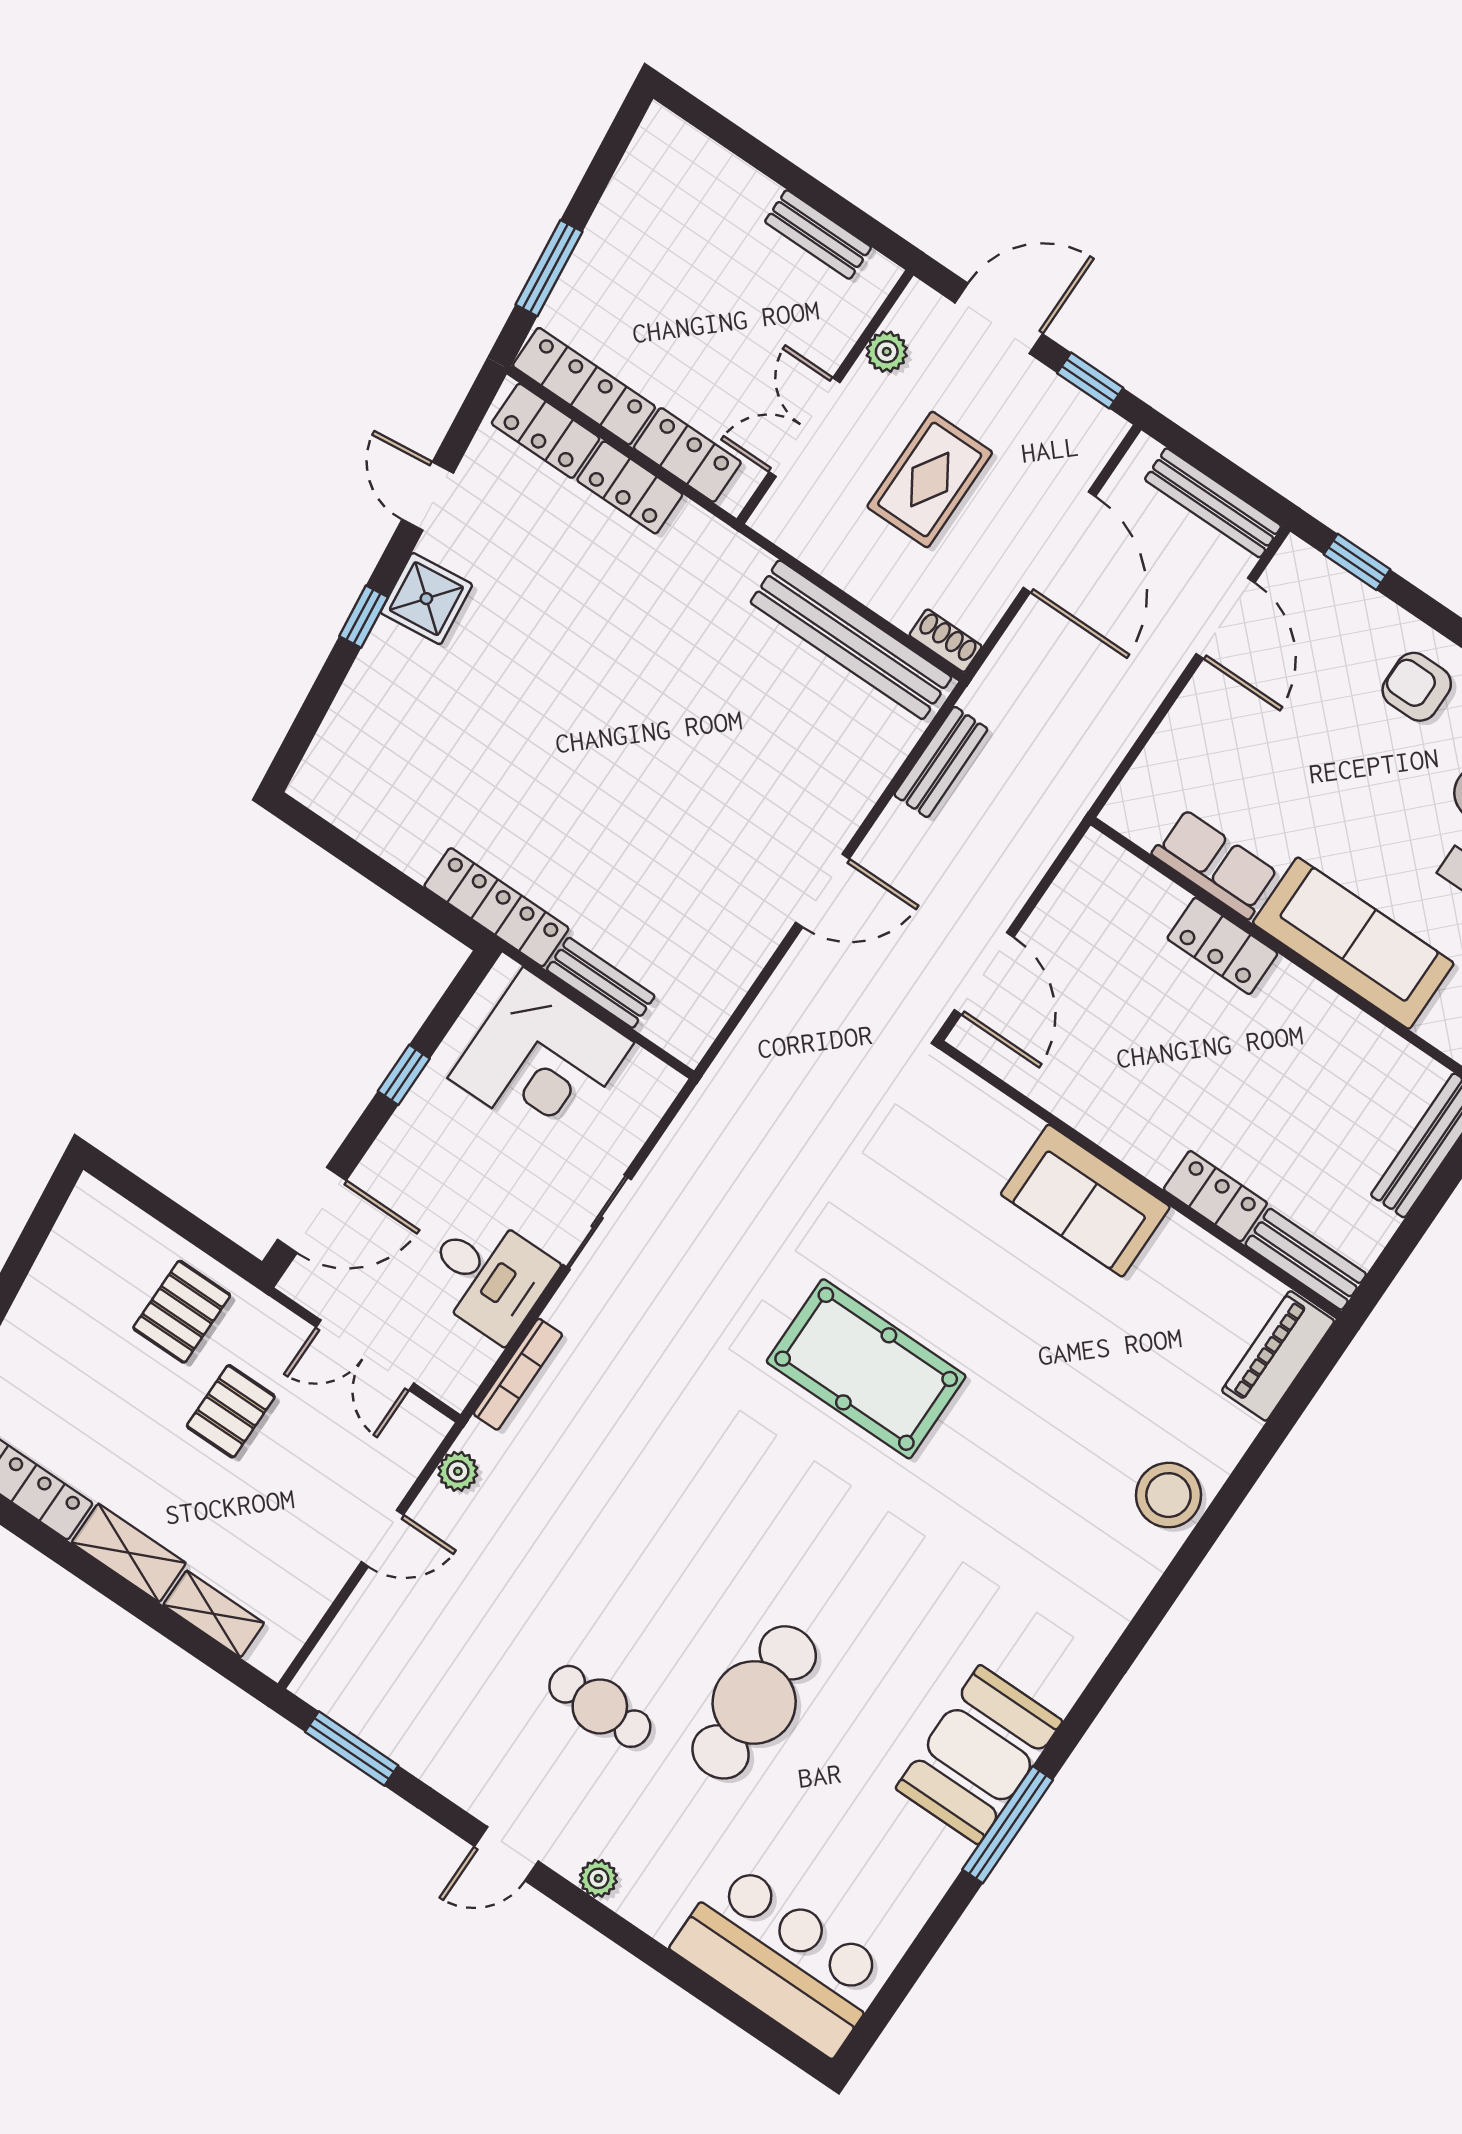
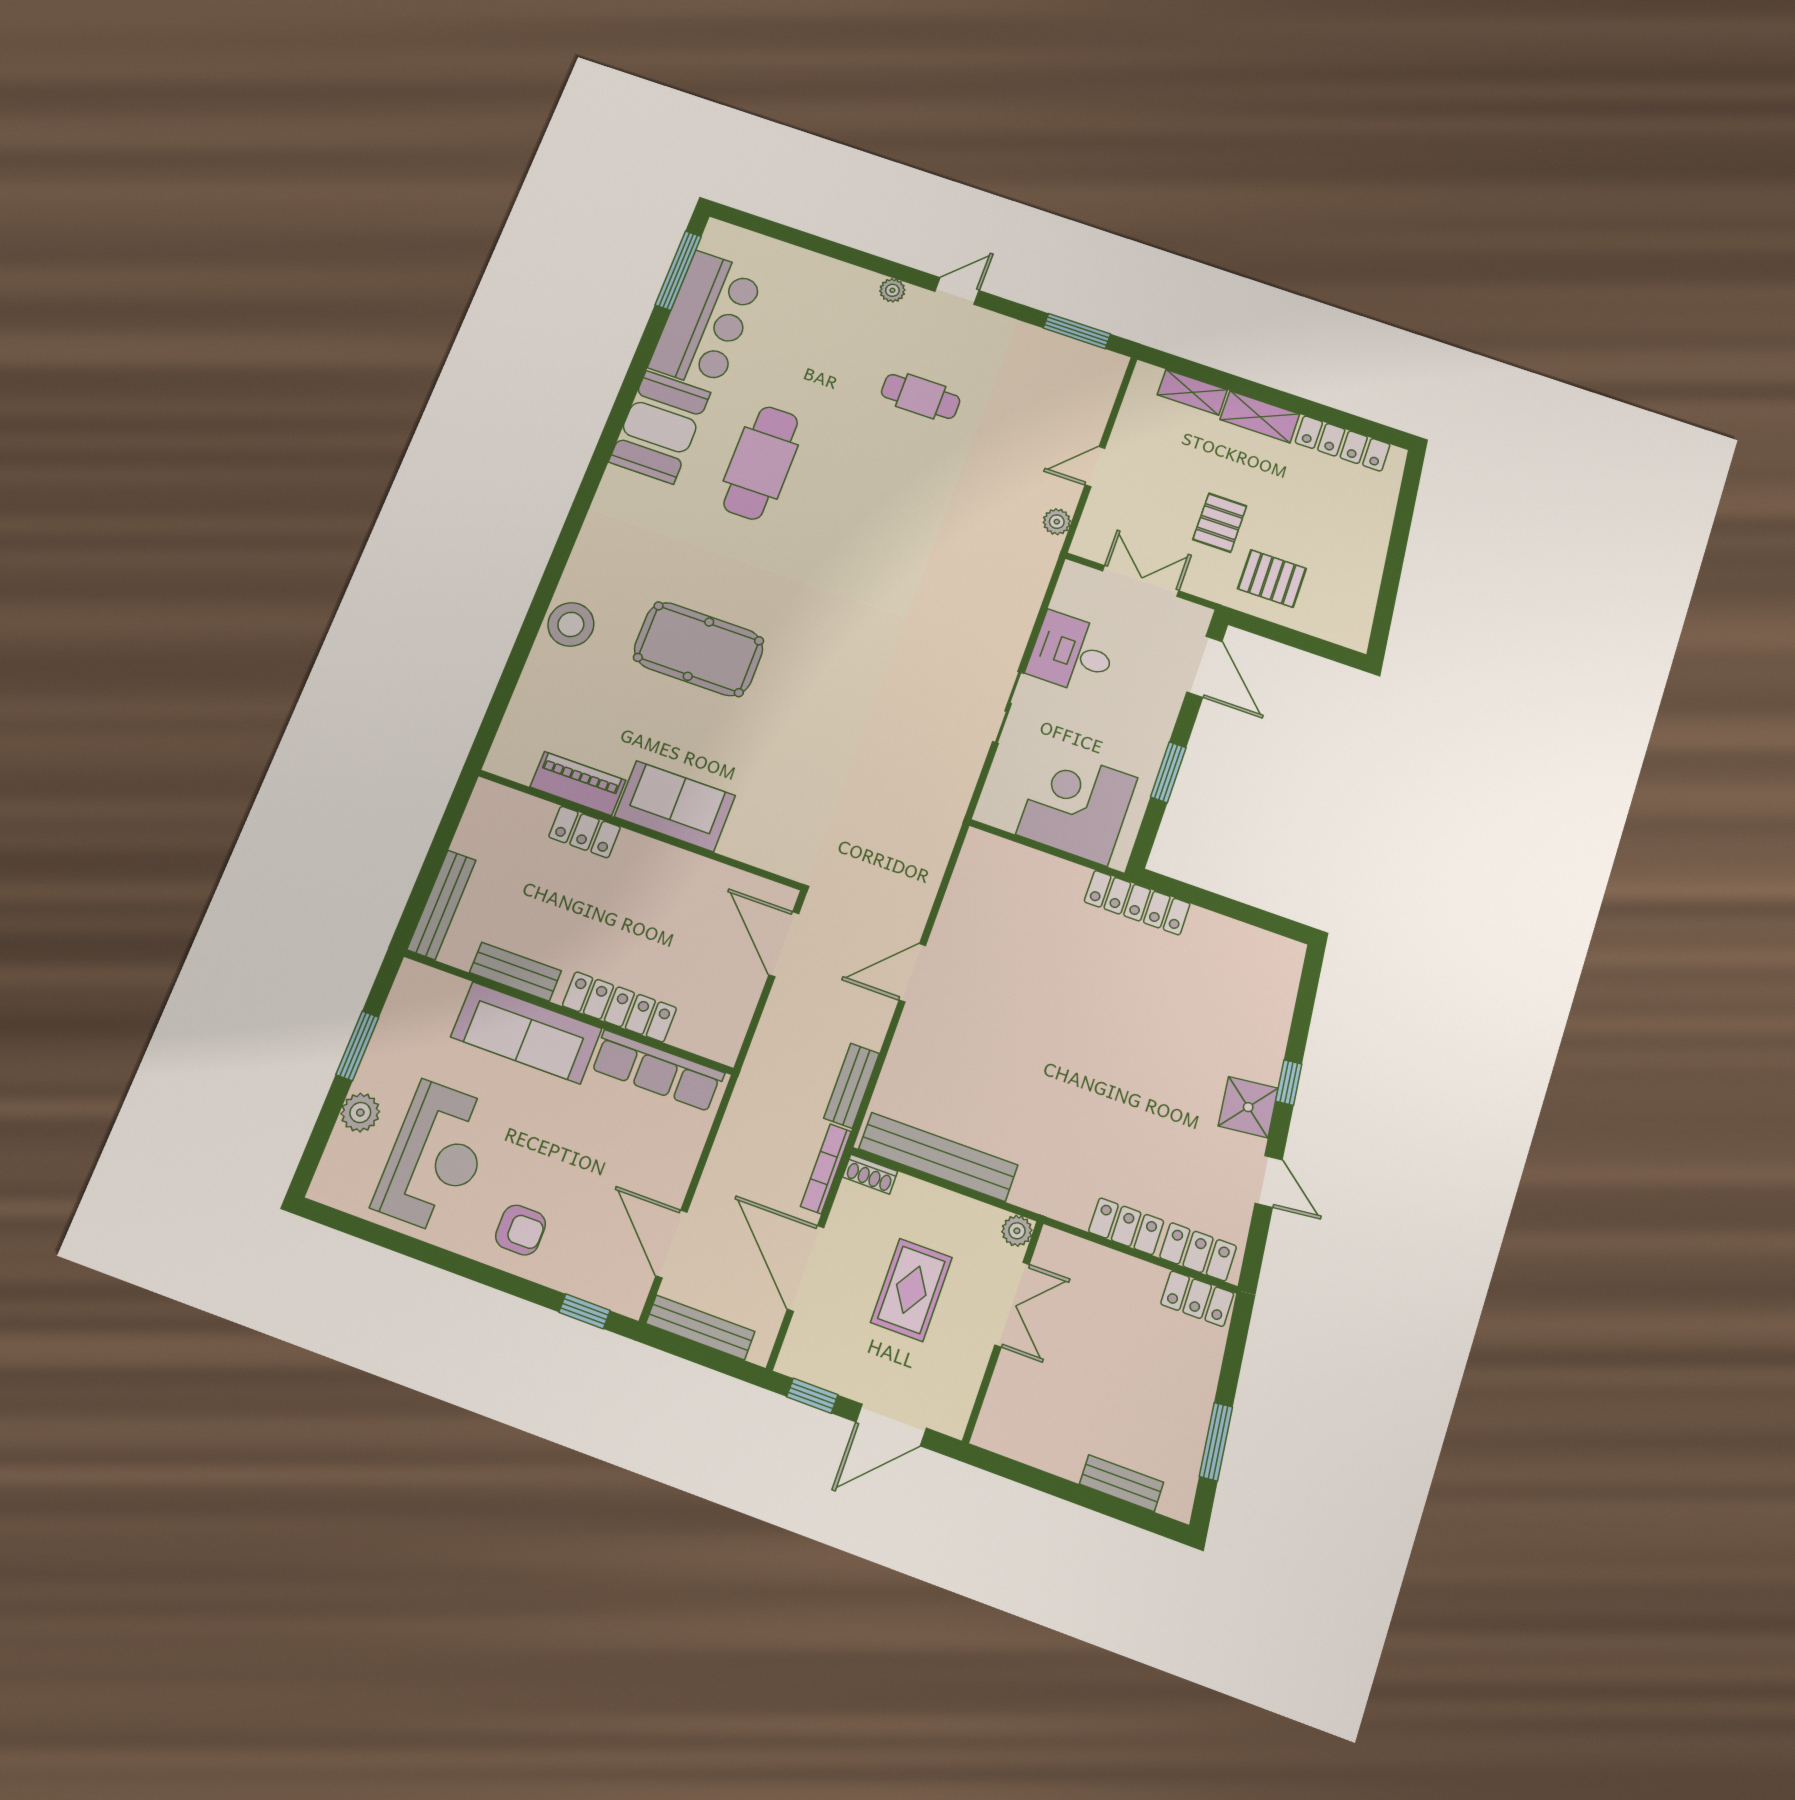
bench: (818, 234) -> (1121, 1483), moved
window: (549, 268) -> (1216, 1442), moved
plant: (887, 352) -> (1017, 1231), moved
locker: (584, 386) -> (1197, 1299), width x0.66
locker: (687, 455) -> (1091, 1261), removed
row of seats: (1215, 864) -> (657, 1071), width x1.48
locker: (1222, 946) -> (619, 1007), width x1.53
bench: (601, 983) -> (1050, 869), removed
window: (404, 1075) -> (1168, 772), width x1.50
door: (312, 1210) -> (1204, 667), swing flipped
bench: (1306, 1259) -> (515, 972), moved
pallet: (182, 1312) -> (1272, 579), turned 90
piano: (1278, 1356) -> (578, 784), moved, turned -90
pool table: (866, 1369) -> (699, 649), moved
bookcase: (518, 1374) -> (826, 1169), moved
cafe table: (754, 1702) -> (761, 463), moved
window: (1008, 1825) -> (678, 271), moved
bar counter: (781, 1959) -> (707, 320), moved, turned -90

